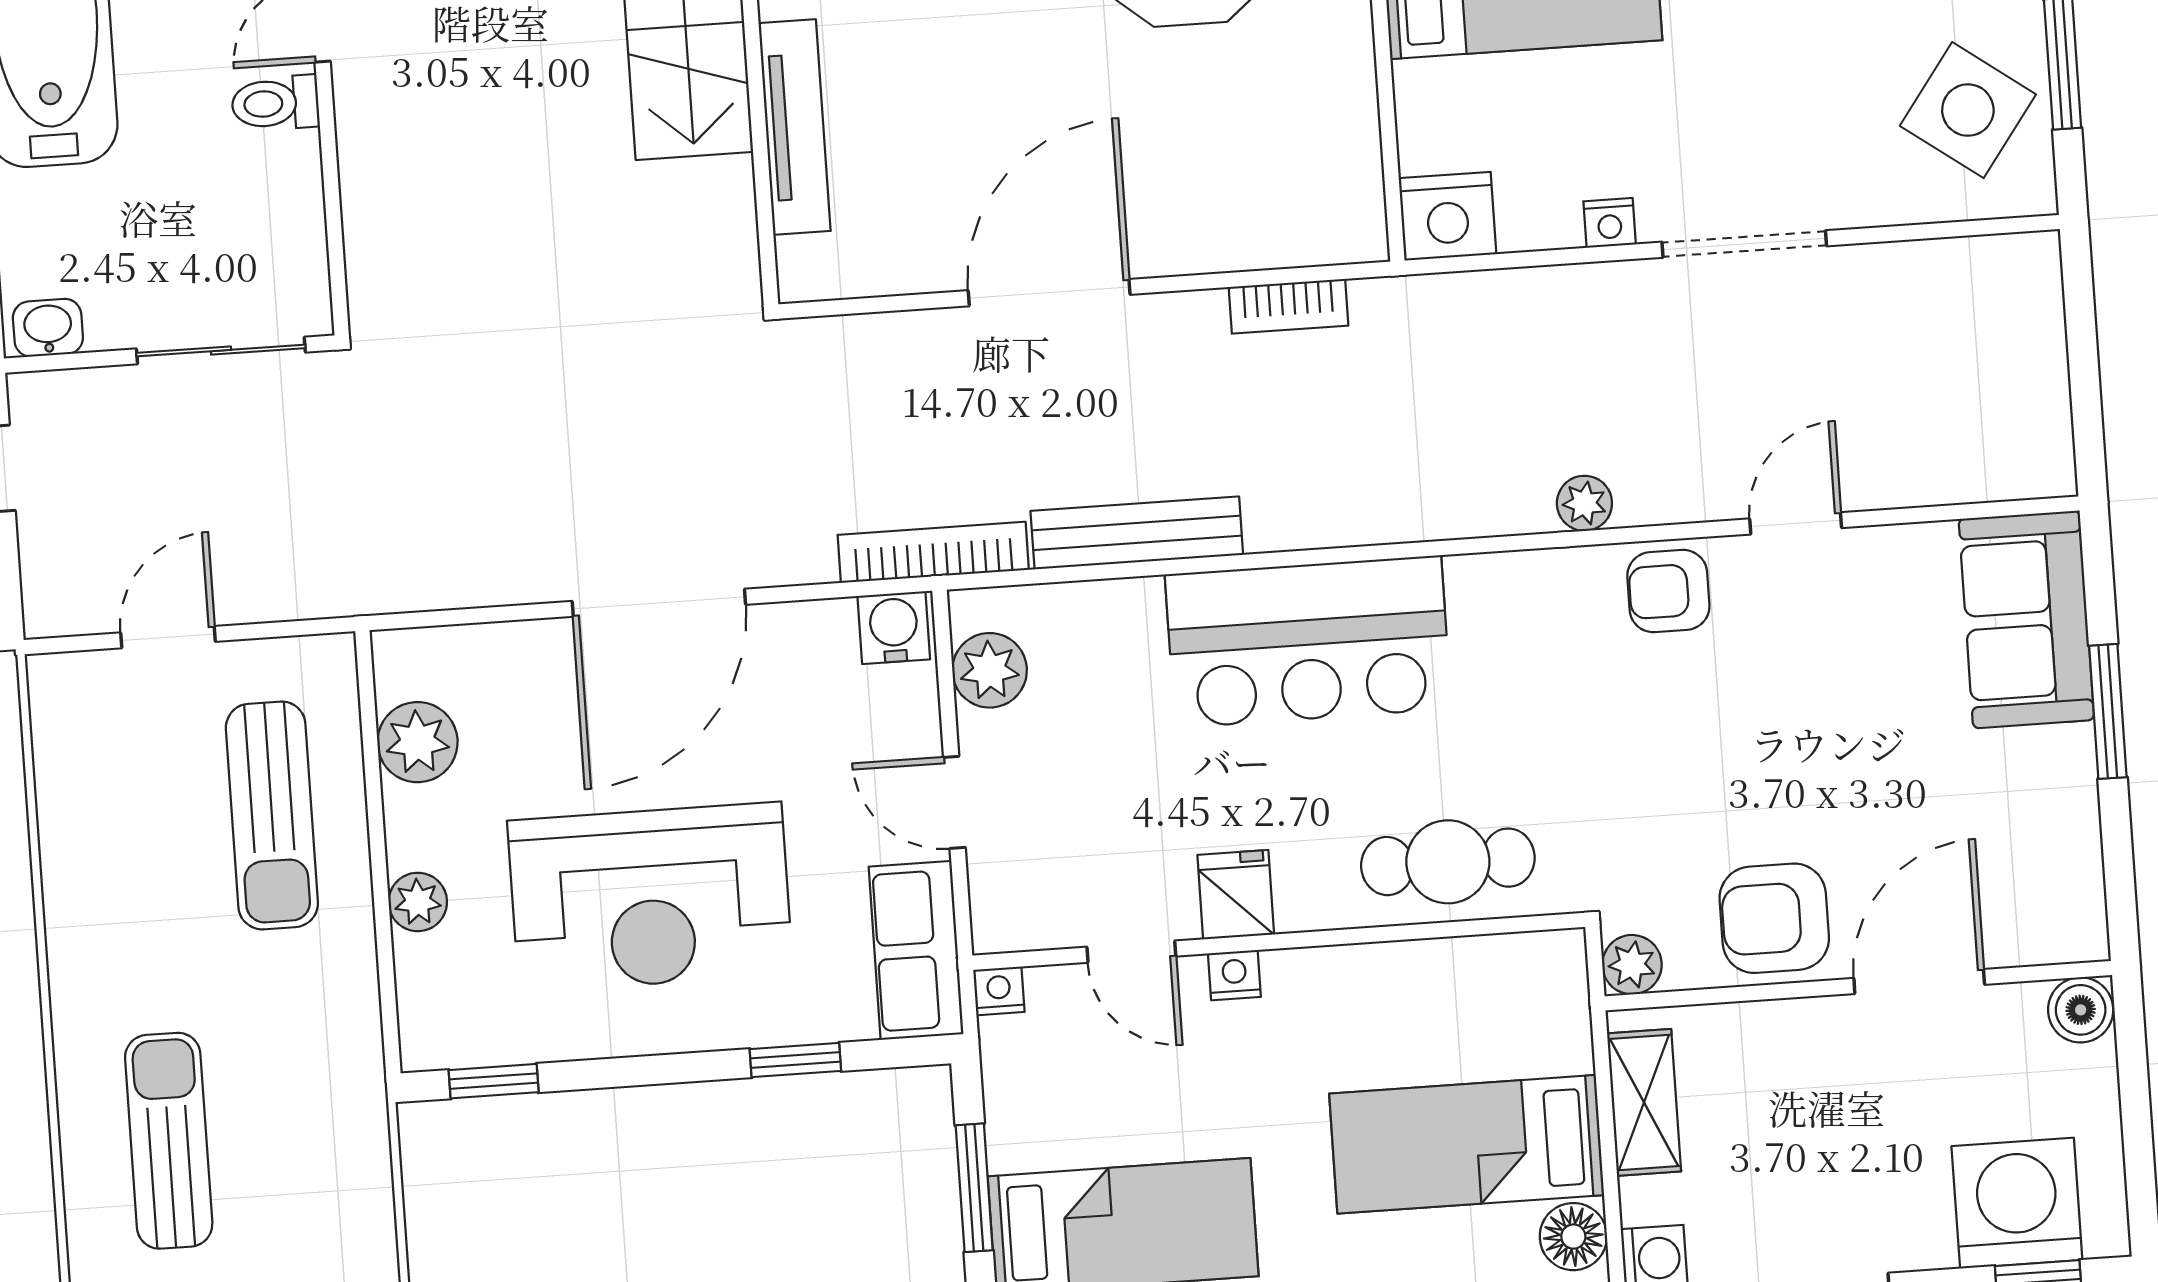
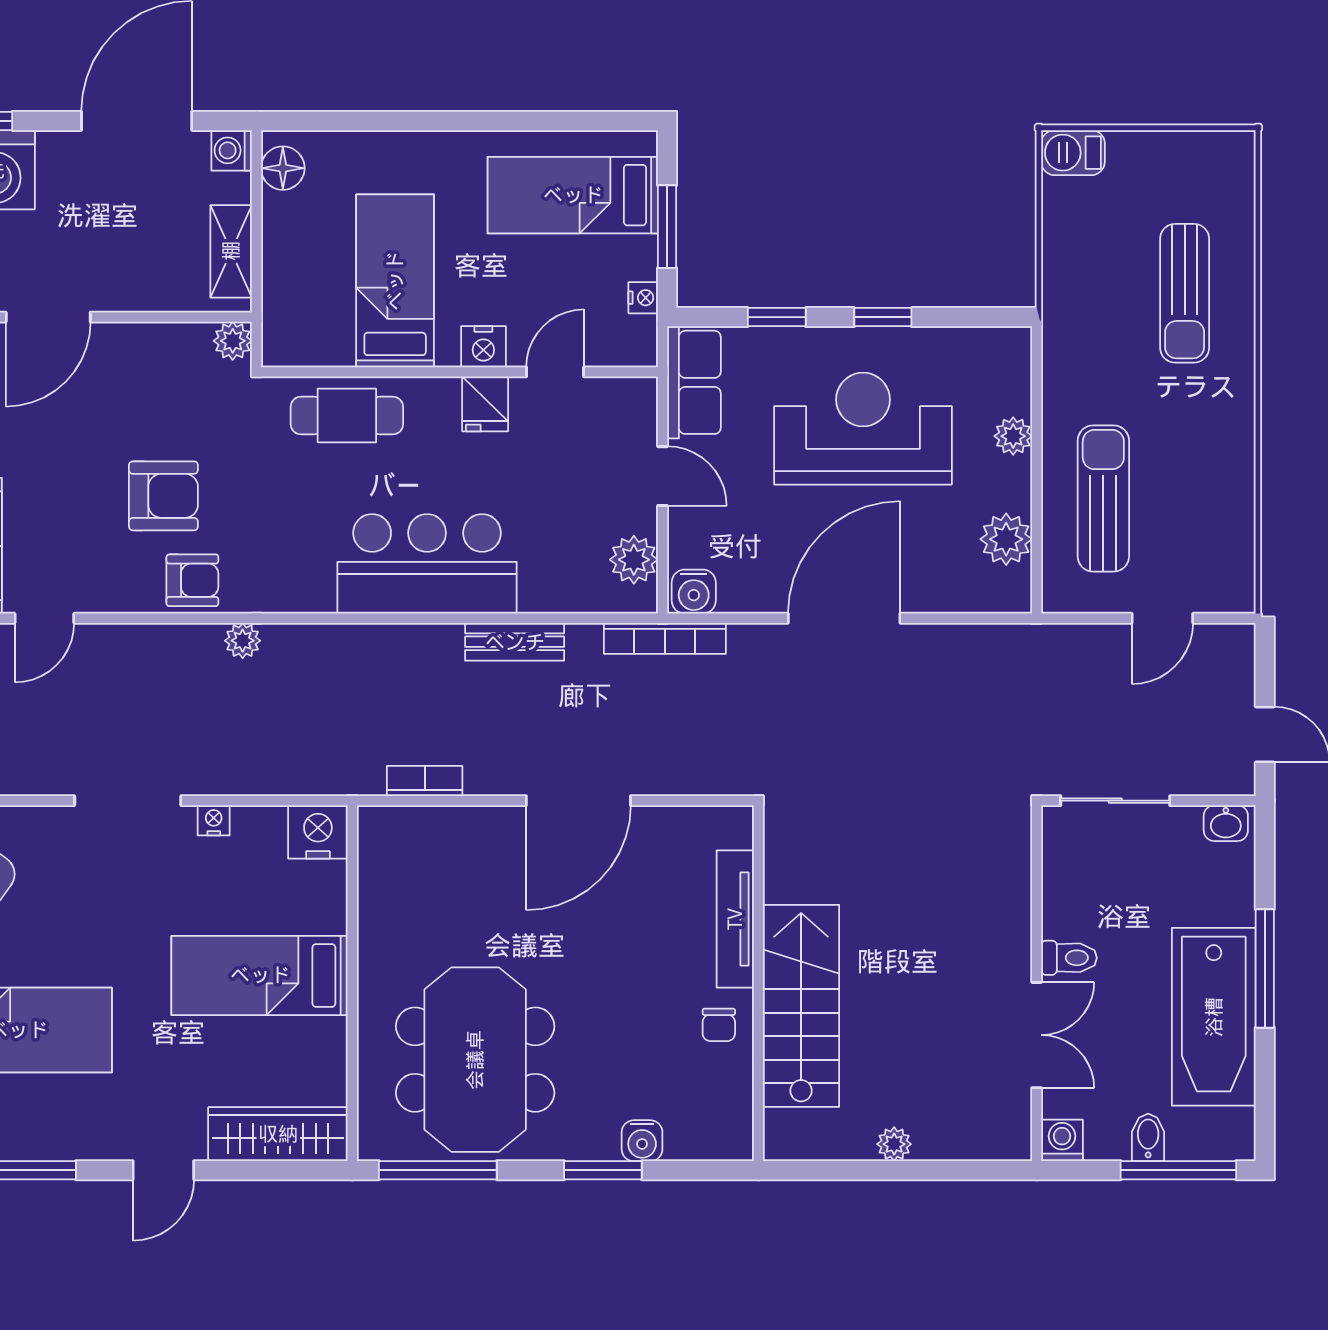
door: (1796, 523) -> (44, 618), moved
bench: (1137, 533) -> (515, 642), width x0.73
armchair: (1774, 918) -> (163, 496), moved
door: (1131, 952) -> (555, 372), hinge flipped
nightstand: (1234, 975) -> (483, 347), width x1.39, depth x1.35
nightstand: (999, 991) -> (643, 298), moved, turned -90
window: (494, 1081) -> (883, 317), moved
bed: (1467, 1144) -> (395, 281), moved, turned -90

